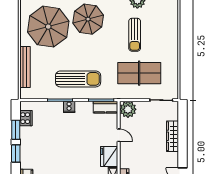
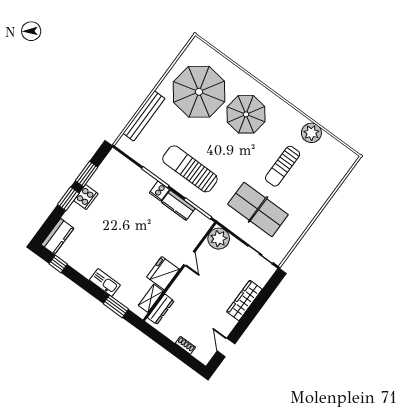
sun lounger: (78, 79) -> (190, 169), turned 180
kitchen counter: (105, 107) -> (178, 205), moved
cooker: (26, 118) -> (86, 197), moved

